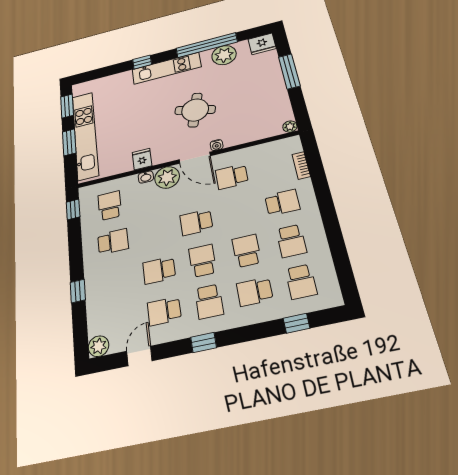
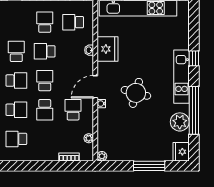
fridge: (142, 159) -> (107, 49), width x1.88, depth x1.34
plant: (167, 177) -> (89, 138), moved, width x0.53, depth x0.53
school desk: (282, 203) -> (45, 110), moved
school desk: (110, 206) -> (73, 22), turned 180
school desk: (154, 232) -> (45, 51), added
school desk: (113, 242) -> (45, 22), turned 180

